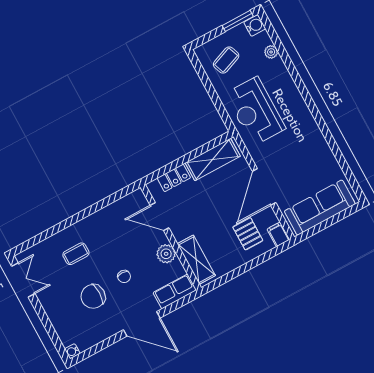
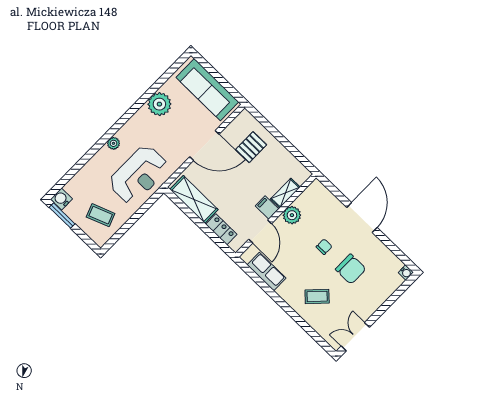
plant: (271, 52) -> (113, 143), moved
plant: (320, 154) -> (159, 104), added
filing cabinet: (278, 234) -> (267, 207), moved, turned 90
coffee table: (76, 254) -> (317, 296), turned -46
shelving: (196, 260) -> (285, 193), width x0.67, depth x0.75
row of seats: (175, 291) -> (267, 271), moved, turned 180

